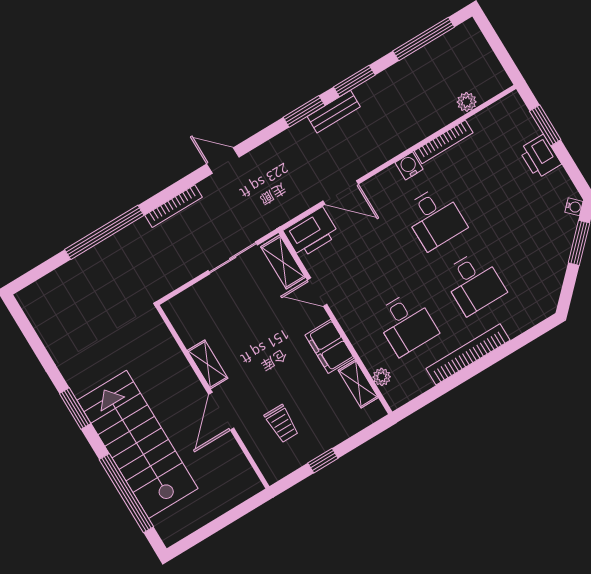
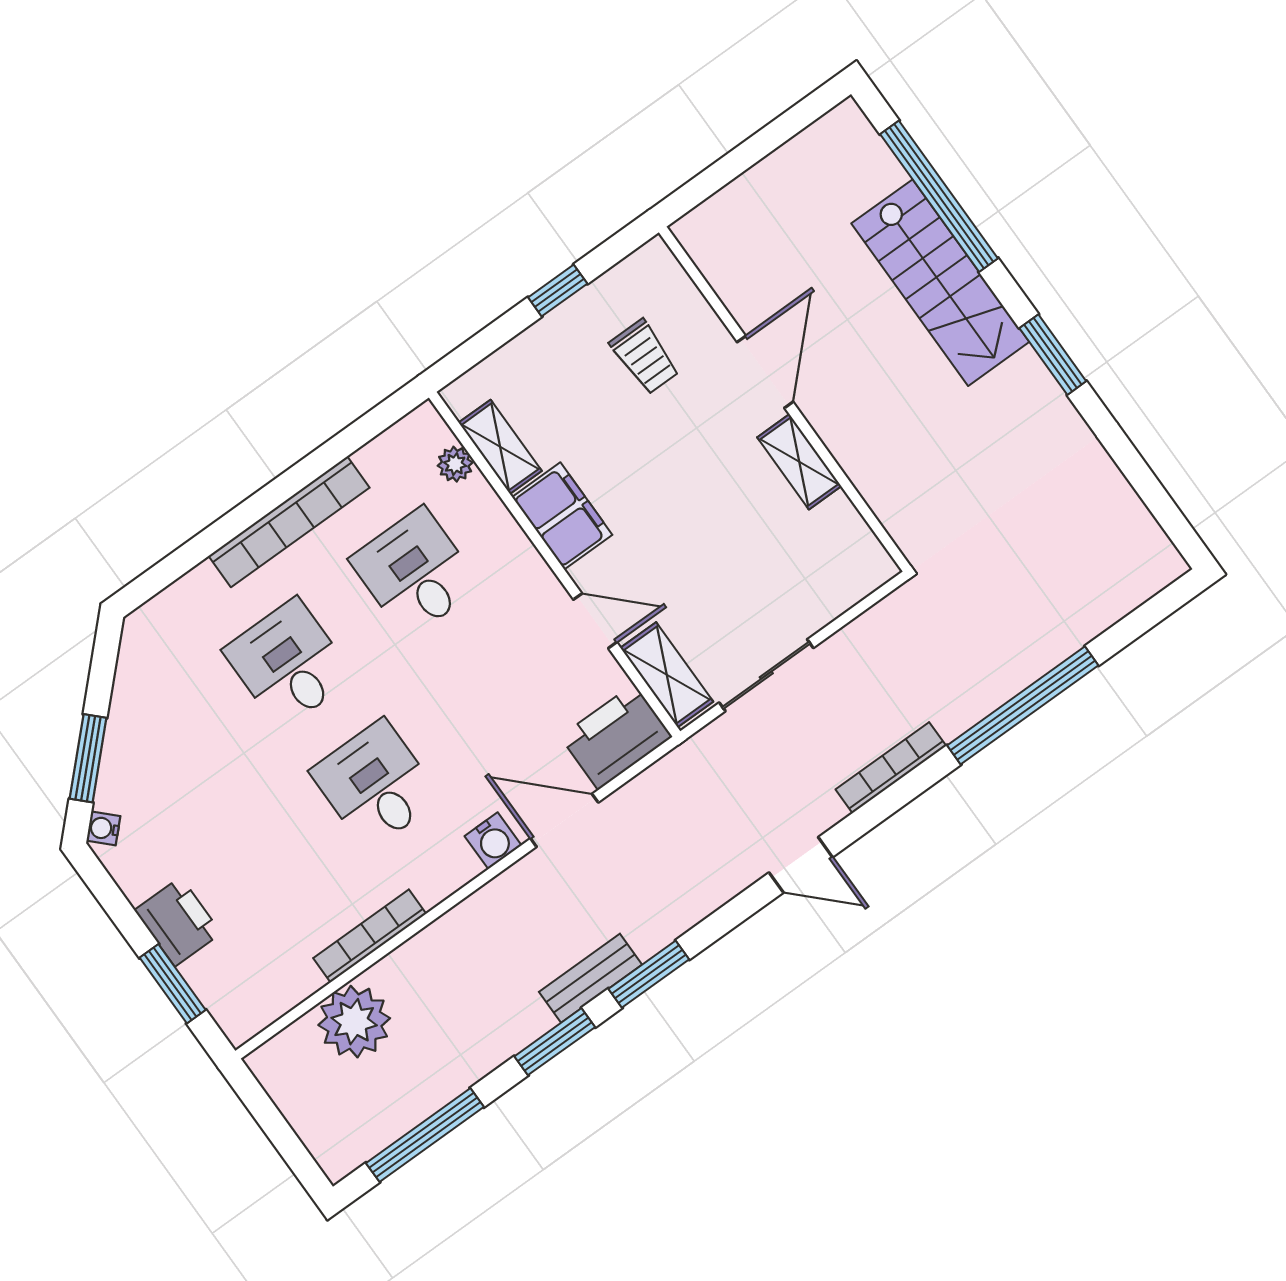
plant: (467, 102) -> (354, 1022), width x1.88, depth x1.88
water cooler: (409, 166) -> (493, 841), moved
trolley: (282, 424) -> (645, 357), turned 180
stairs: (137, 444) -> (940, 283), width x0.73, depth x0.66

